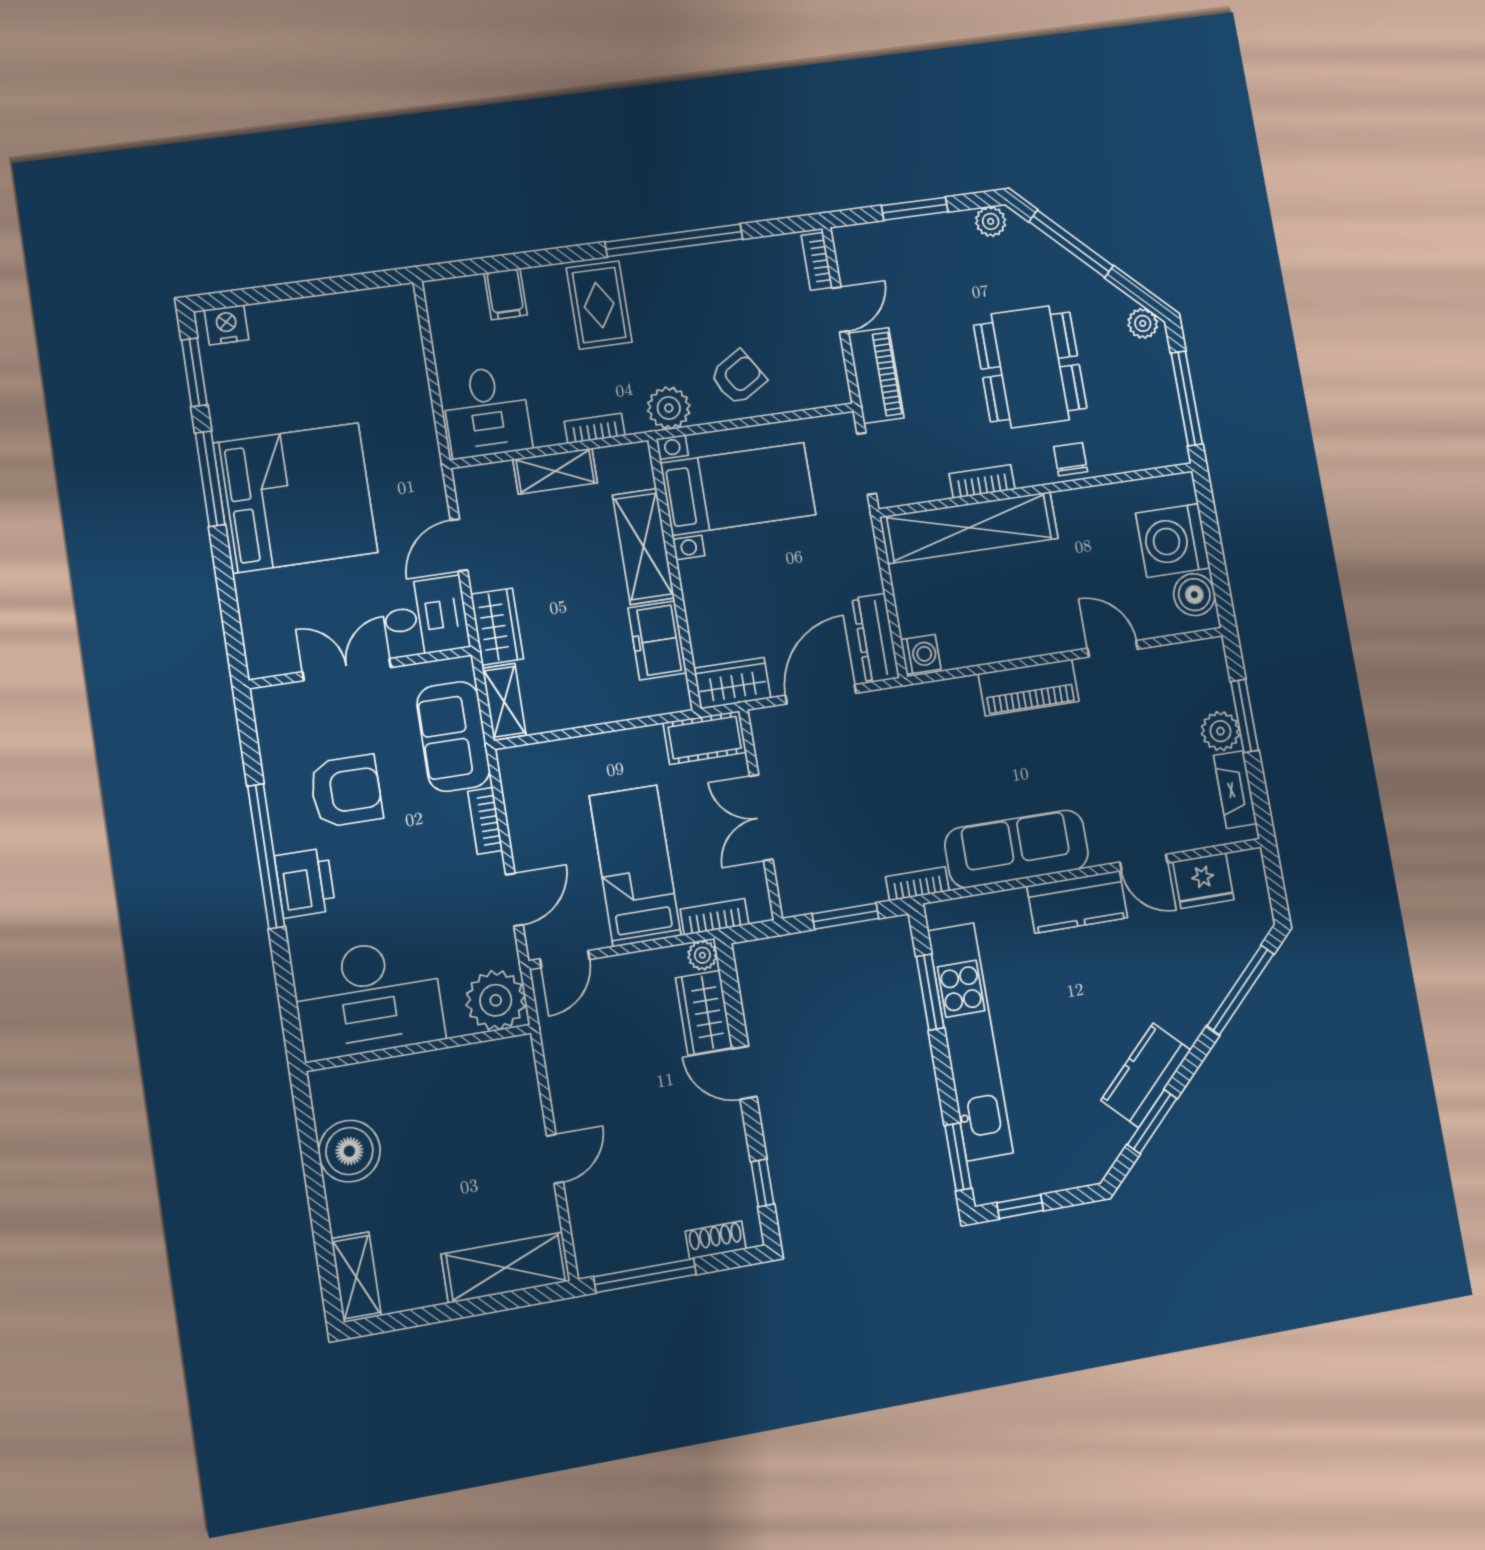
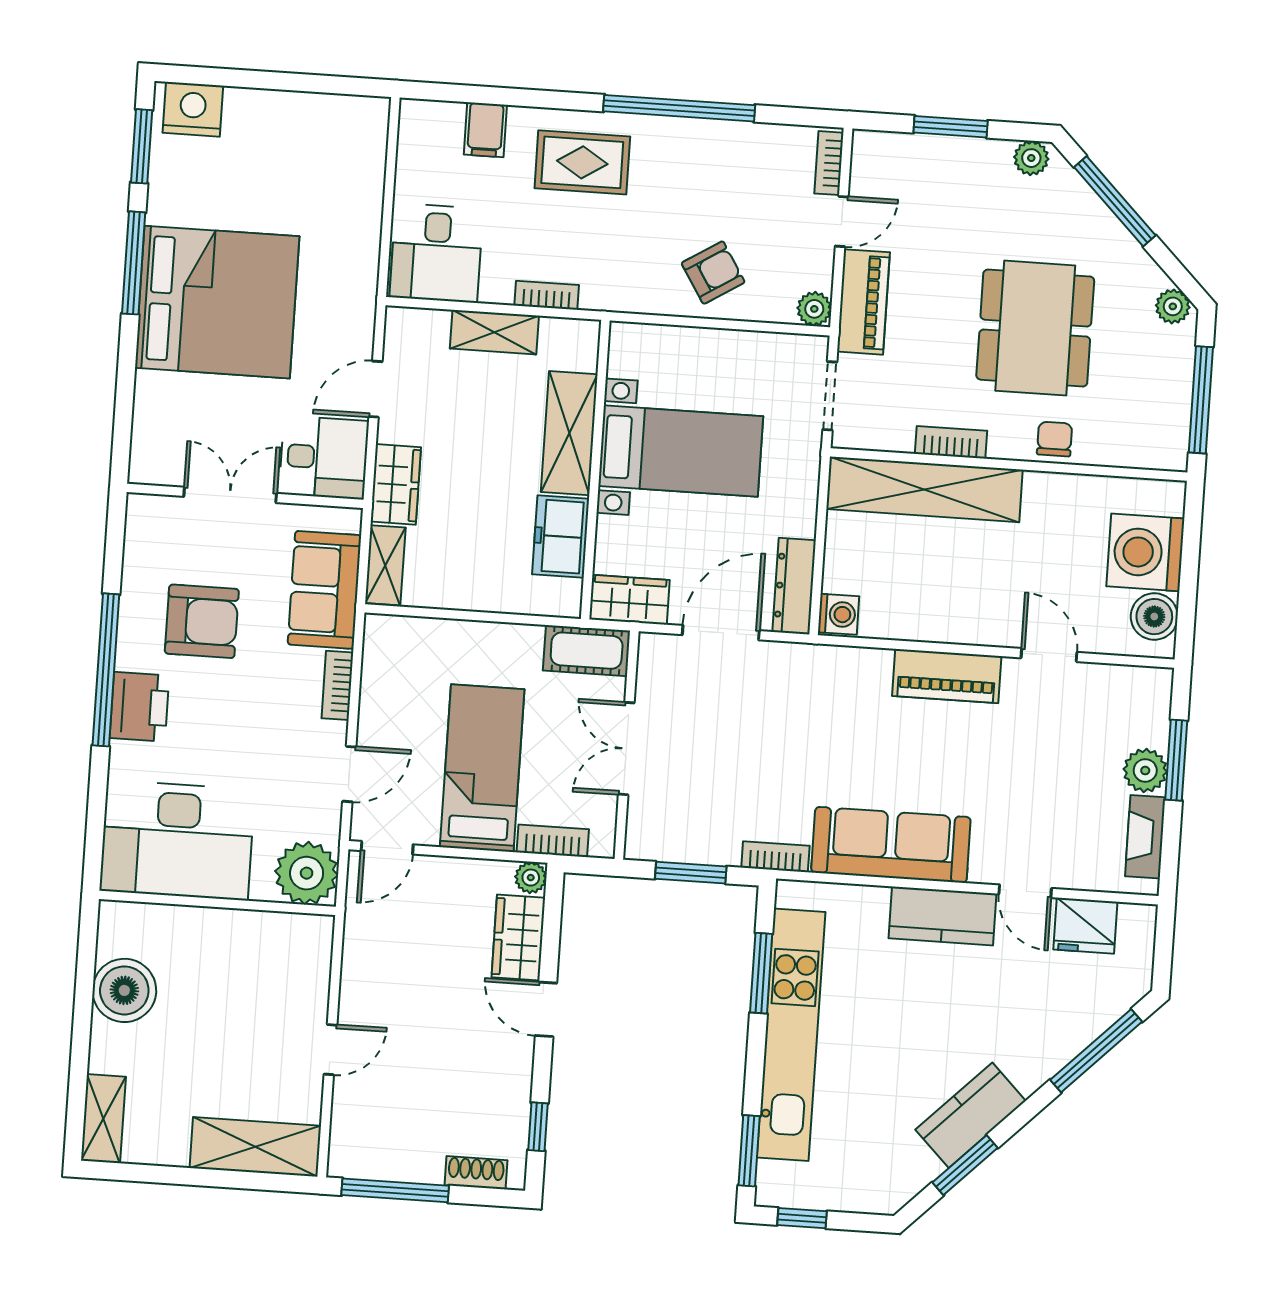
rug: (599, 305) -> (582, 162), turned 90
nightstand: (227, 325) -> (193, 109), width x1.36, depth x1.33
plant: (669, 408) -> (814, 309), moved, width x0.73, depth x0.73
bed with nightstands: (738, 489) -> (681, 451), moved

